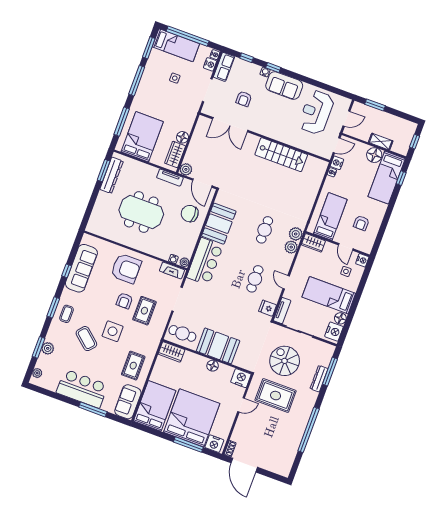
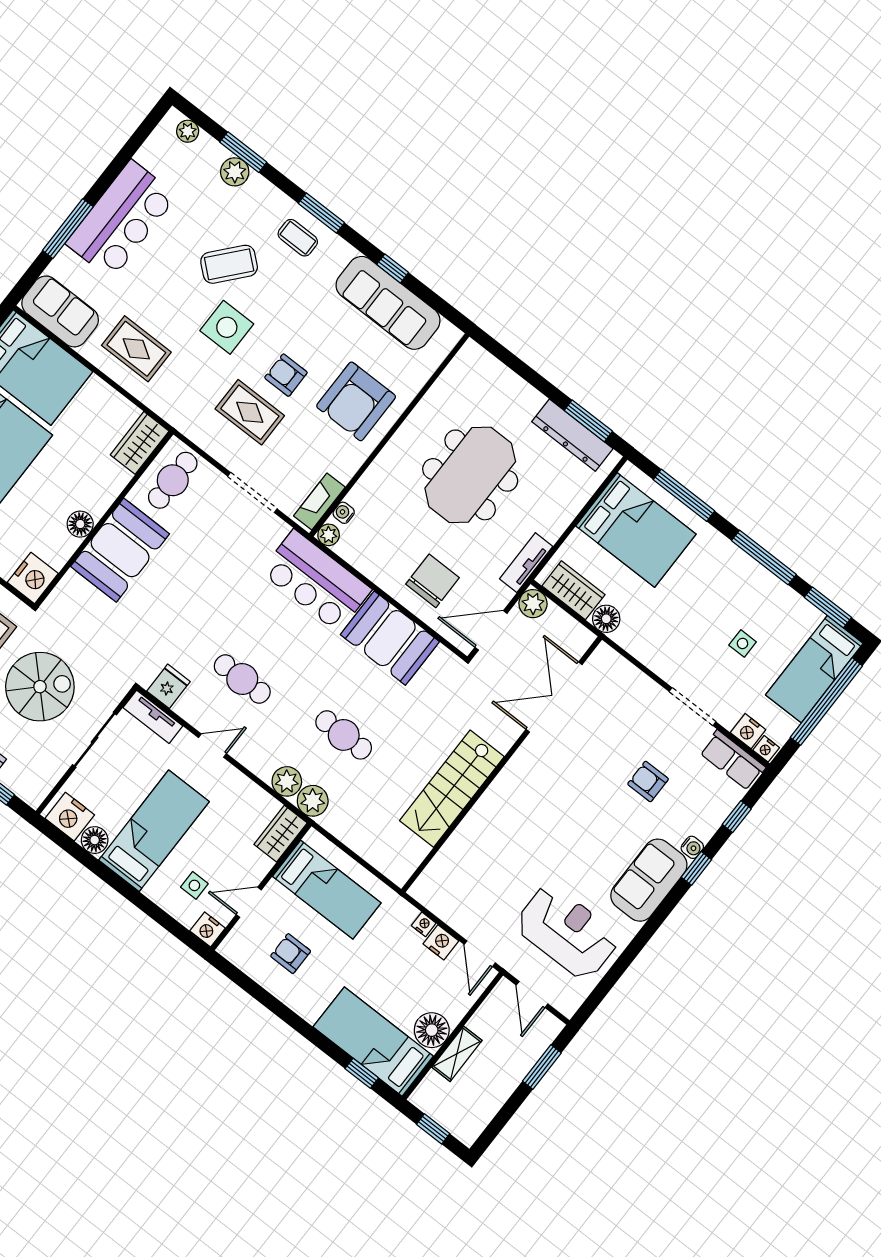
double door: (230, 125) -> (554, 697), moved
wall: (265, 137) -> (502, 764), moved
stairs: (281, 155) -> (452, 789), moved

